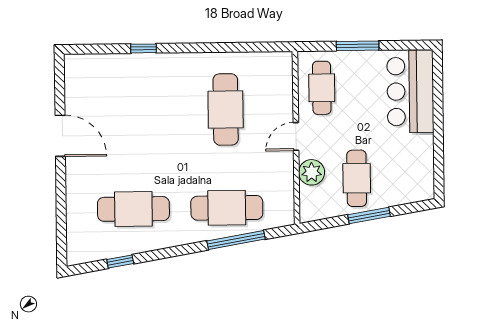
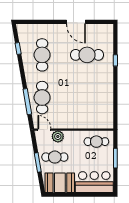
cafe table: (226, 109) -> (87, 55), moved
door: (60, 136) -> (76, 22), hinge flipped
door: (296, 137) -> (44, 130), moved
booth: (413, 167) -> (60, 183), added

